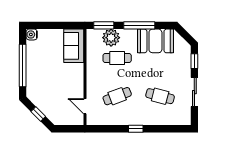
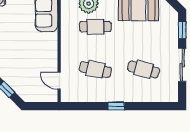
cafe table: (117, 96) -> (95, 69), turned 33

